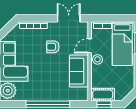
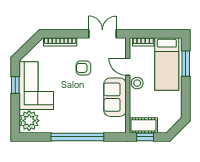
door: (90, 46) -> (128, 67), hinge flipped

